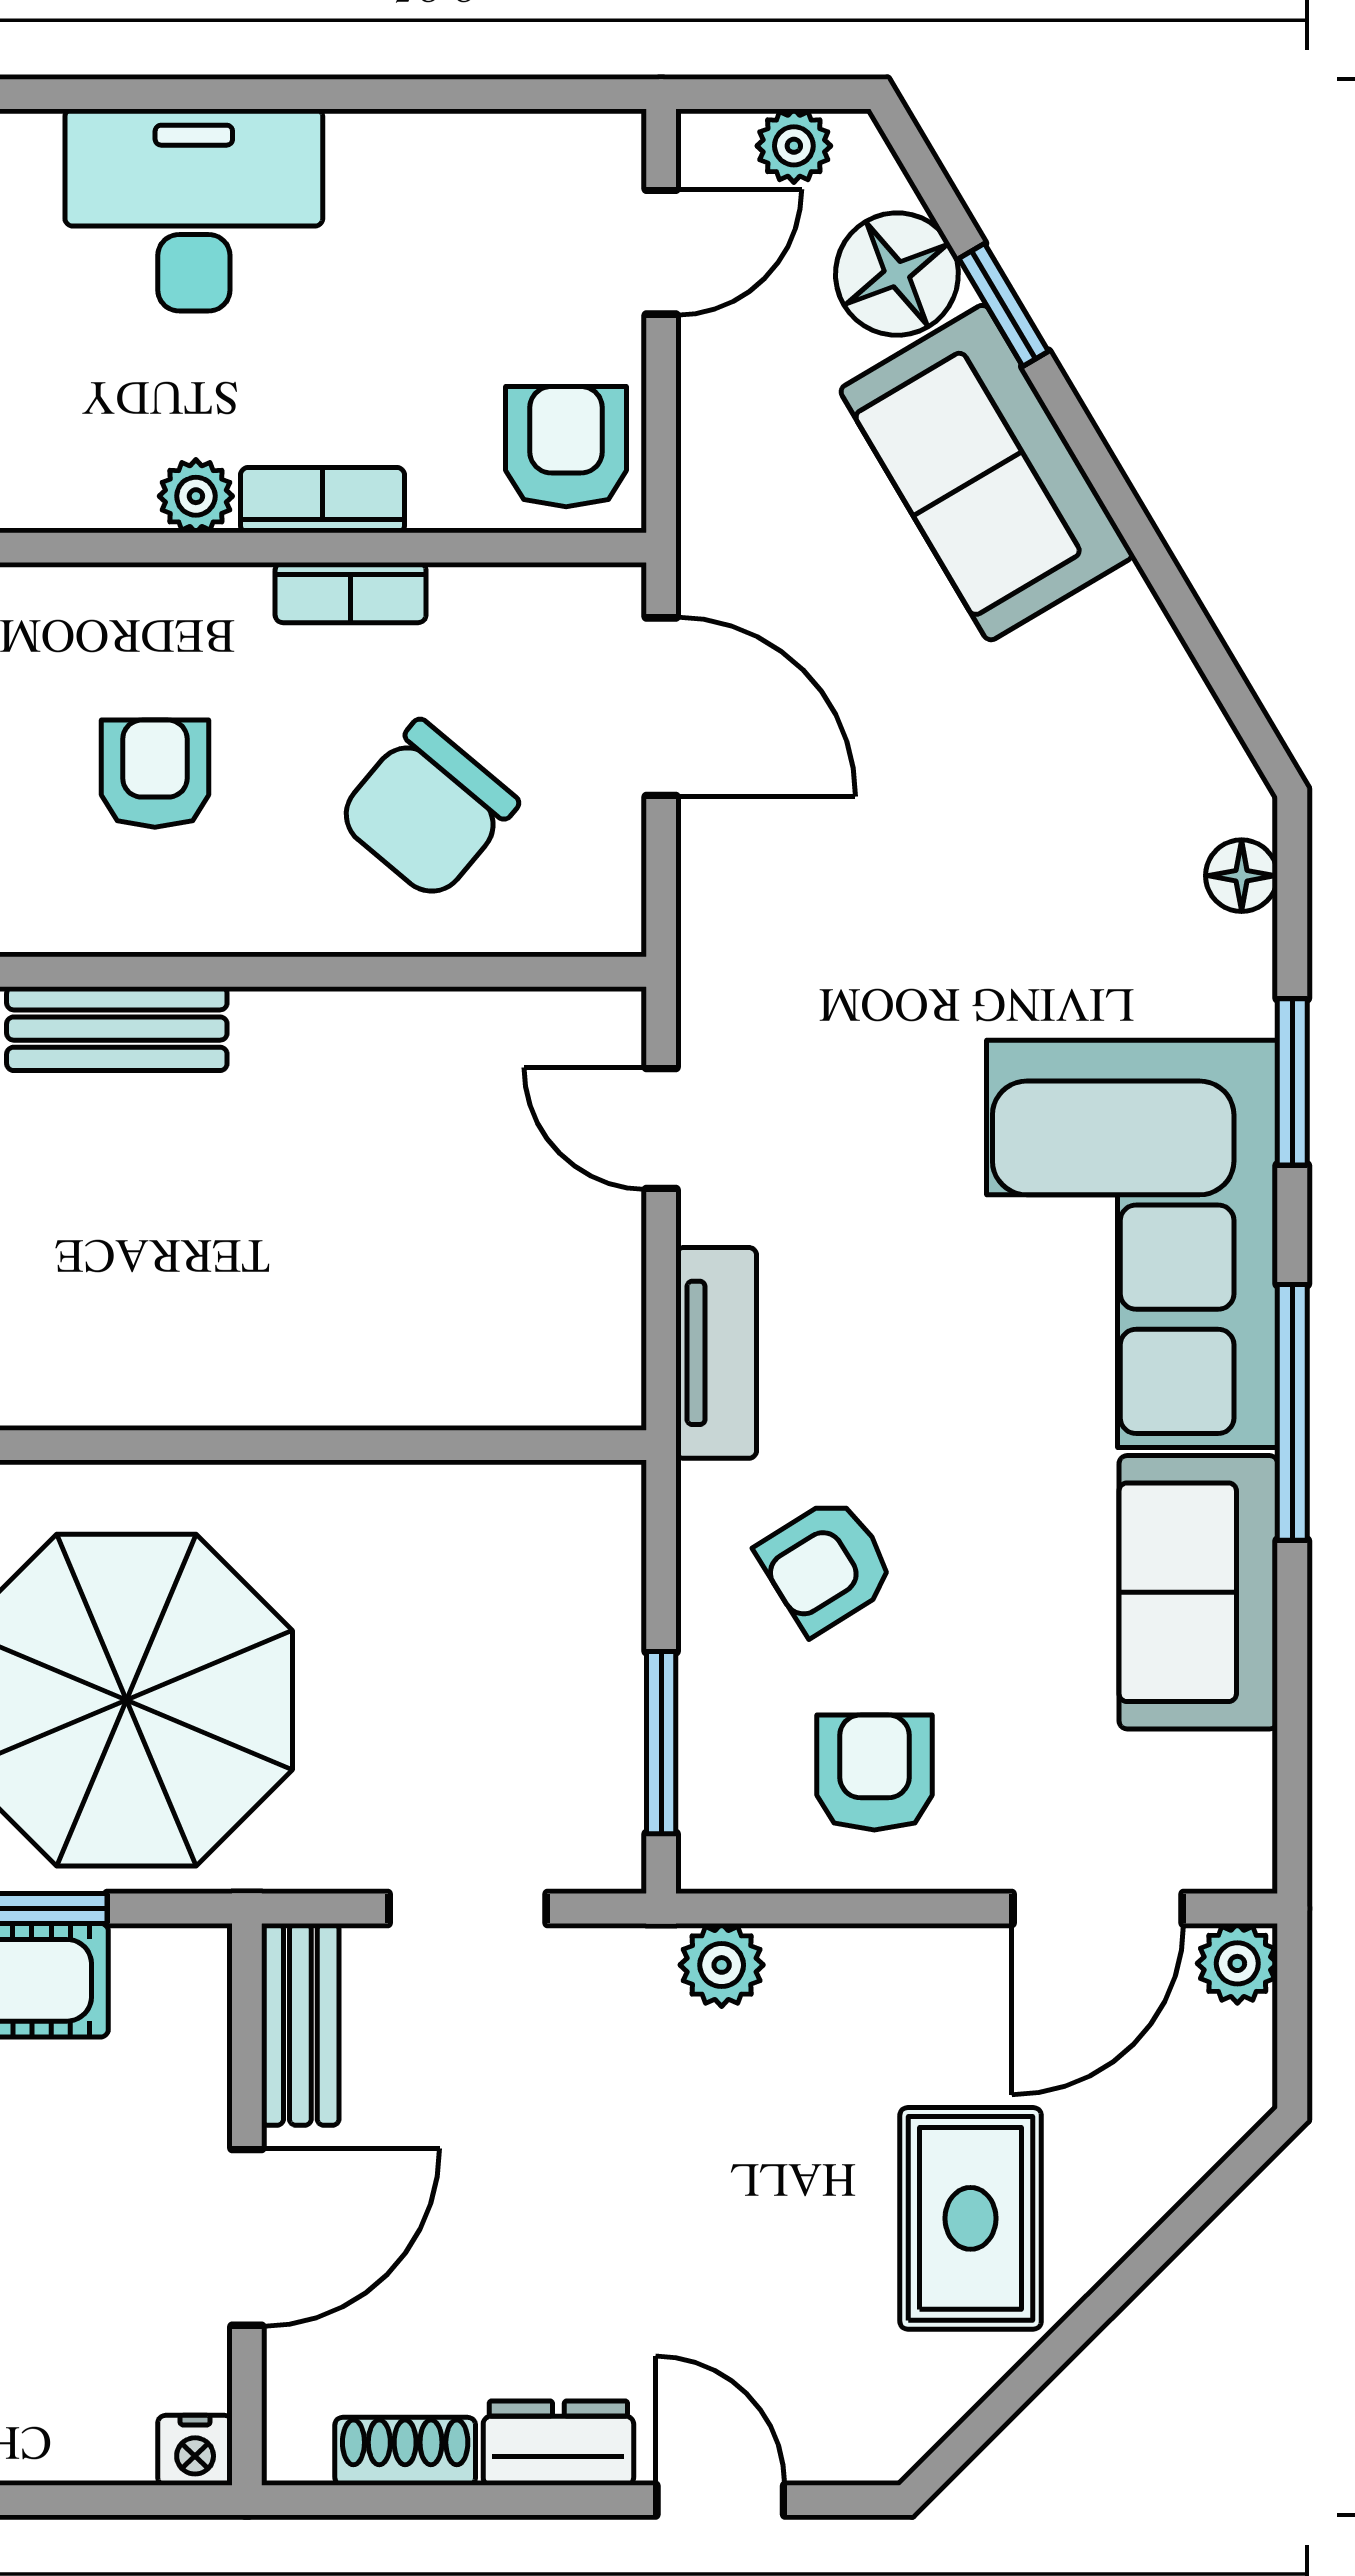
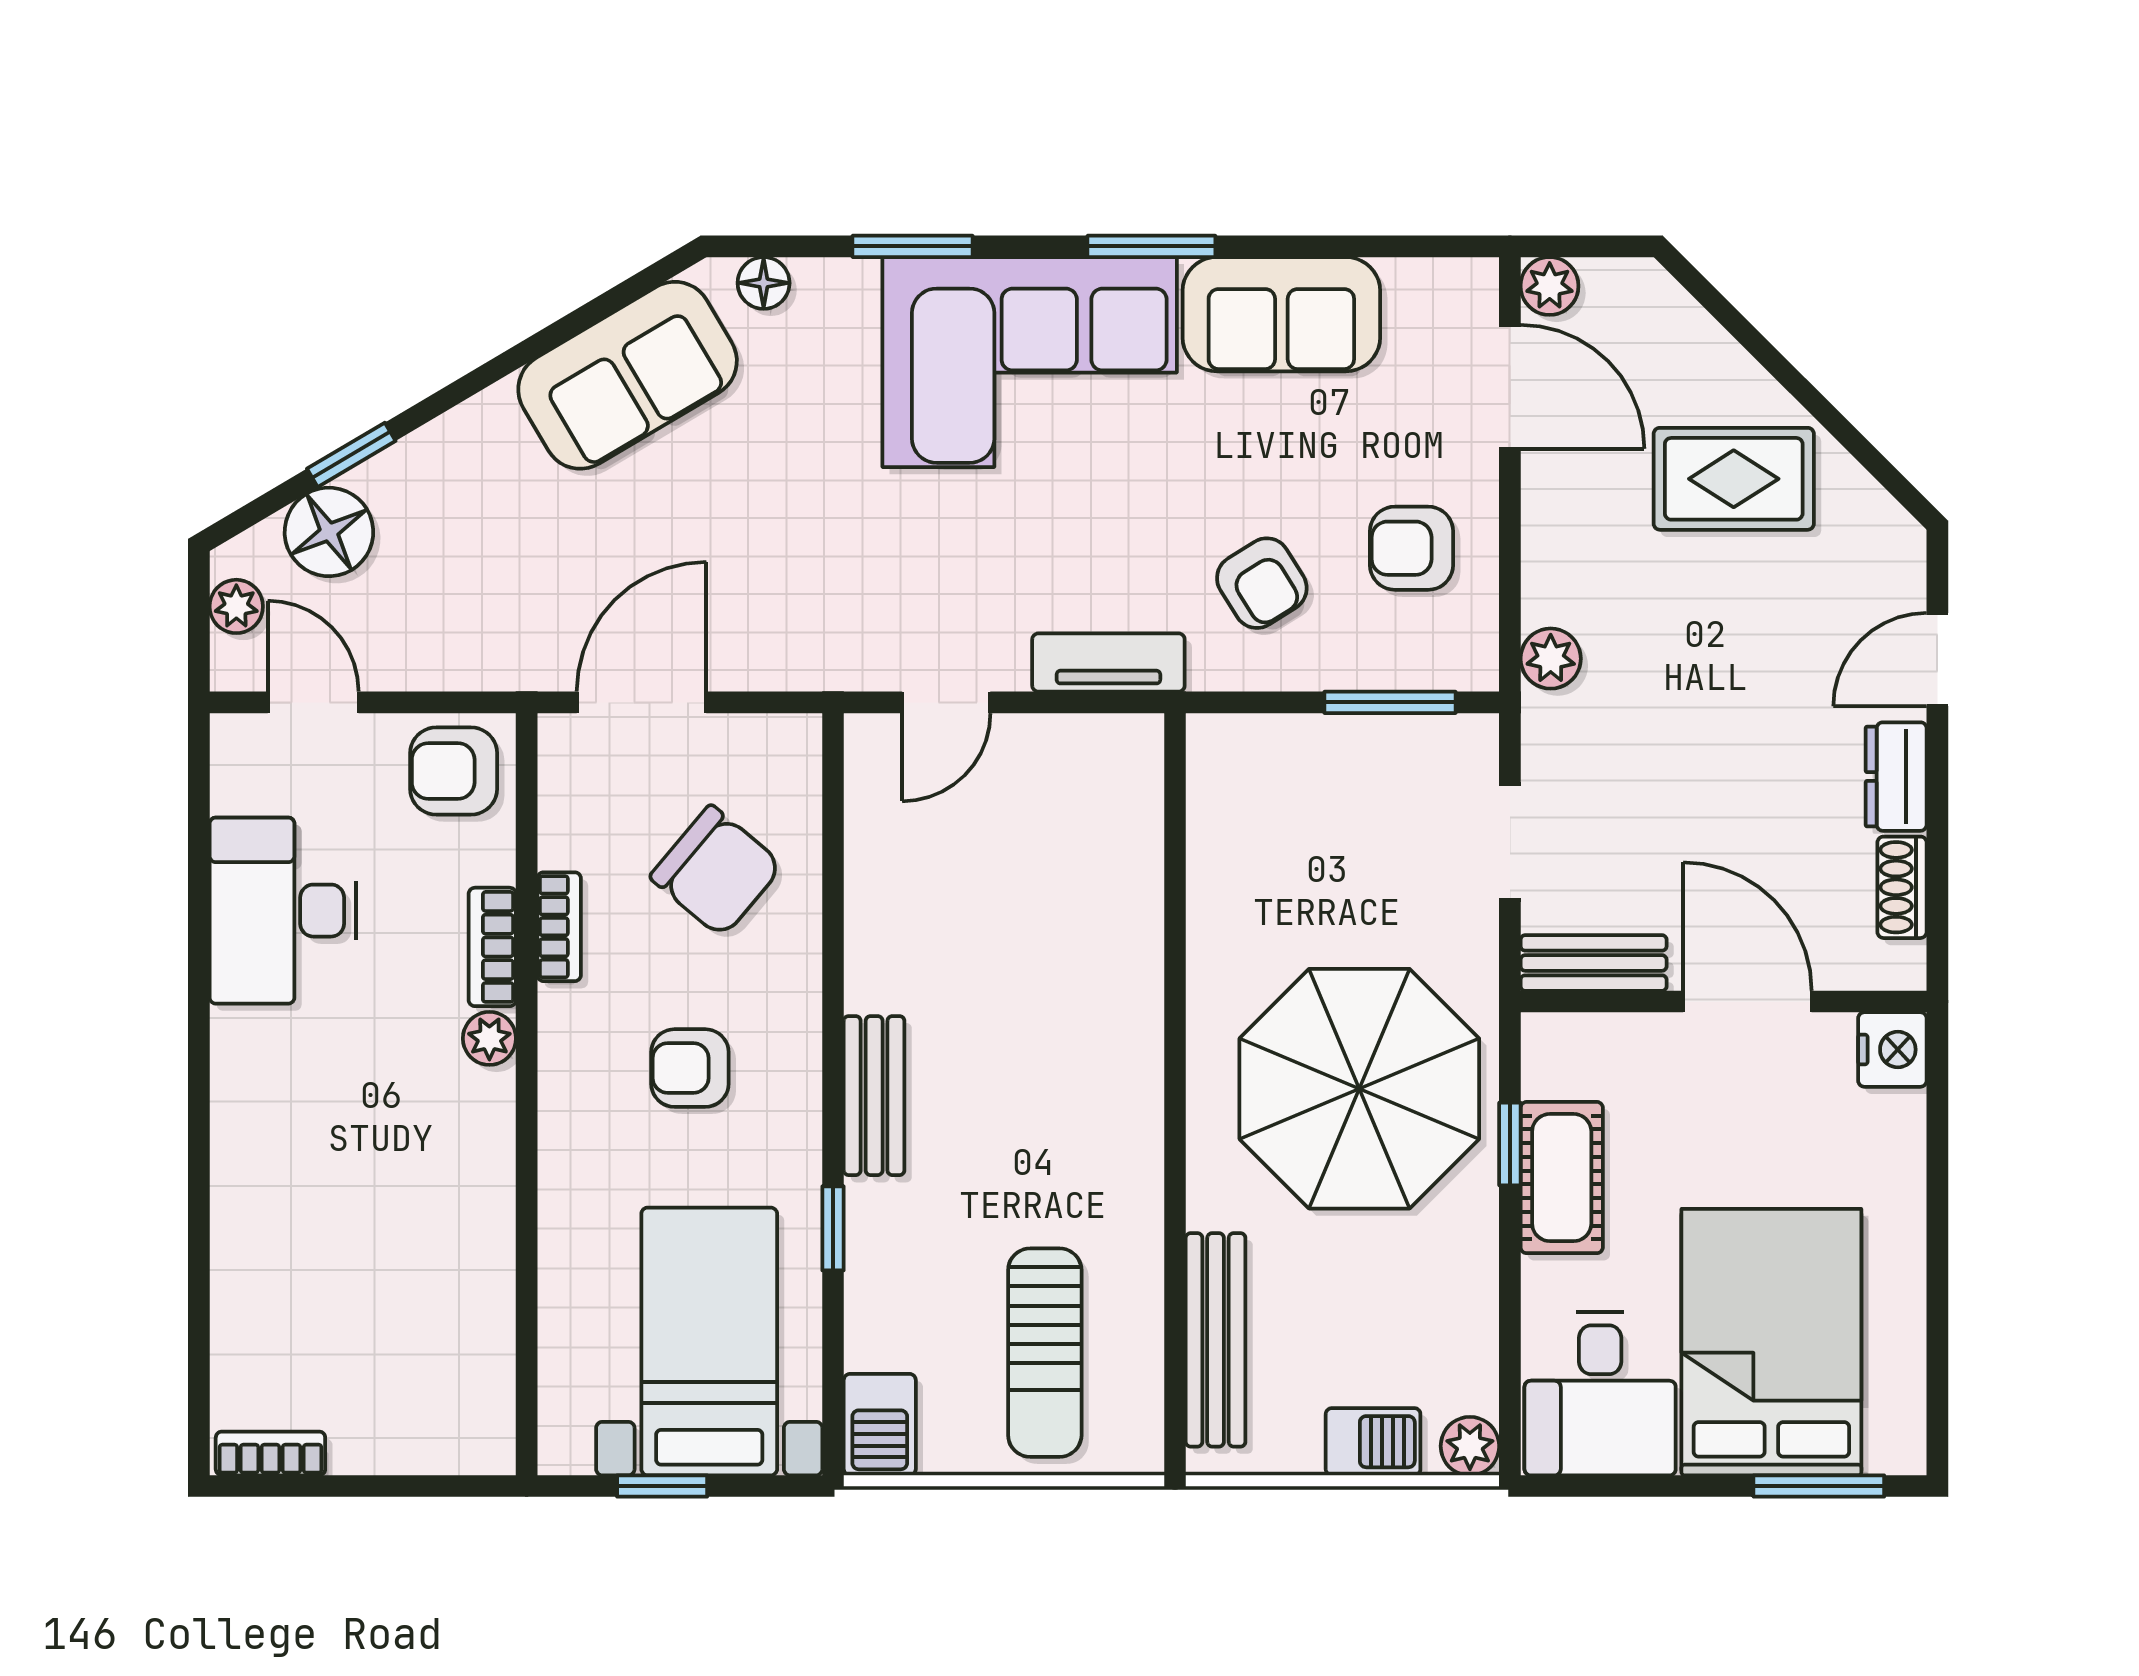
desk: (194, 210) -> (283, 911), moved
sofa: (987, 473) -> (628, 375), moved
window: (1292, 1412) -> (1151, 246), width x0.69
nightstand: (195, 2450) -> (1892, 1050), width x1.39, depth x1.35

